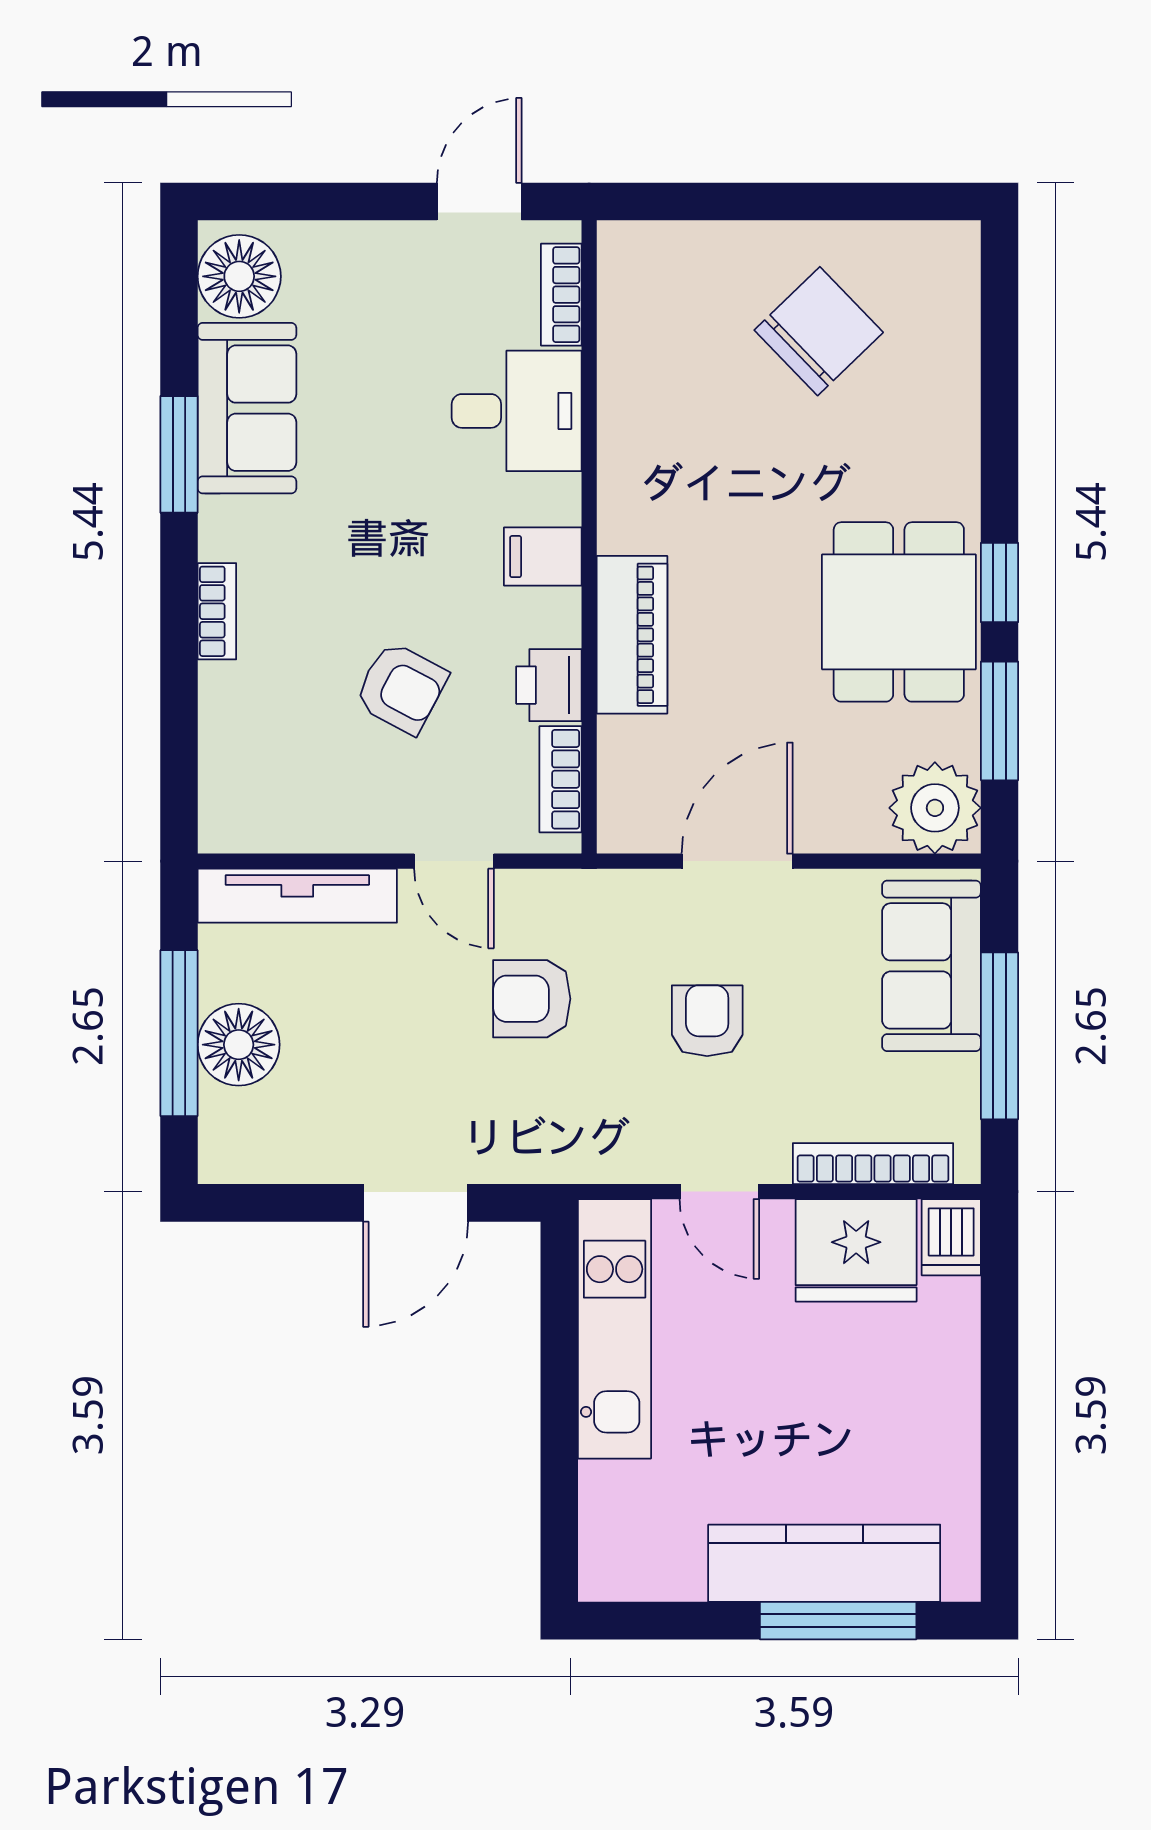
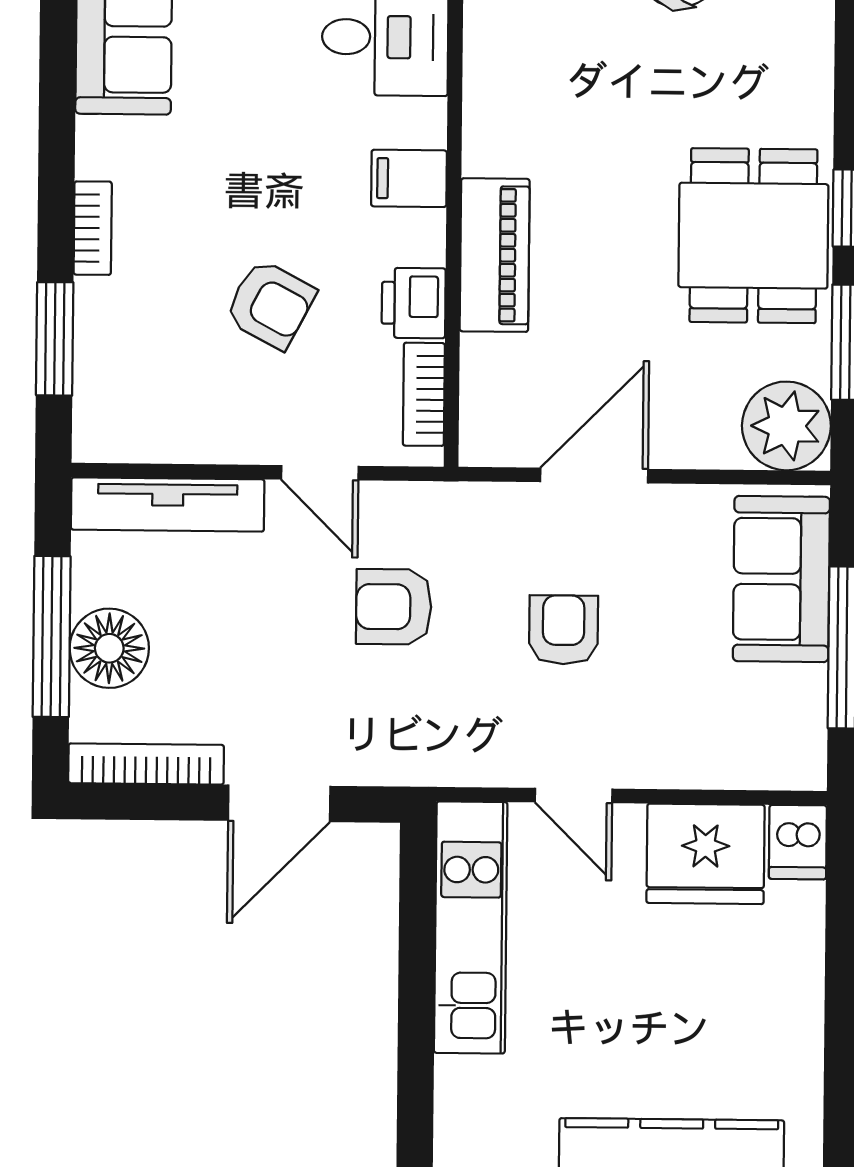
window: (179, 454) -> (55, 339), moved
bookcase: (873, 1164) -> (146, 764), moved

